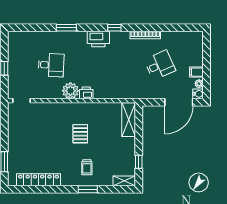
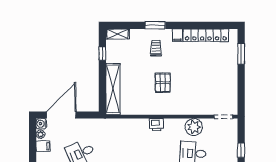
plant: (70, 91) -> (194, 127), moved
shelving: (129, 120) -> (113, 89), width x1.47
filing cabinet: (66, 180) -> (177, 35), added

